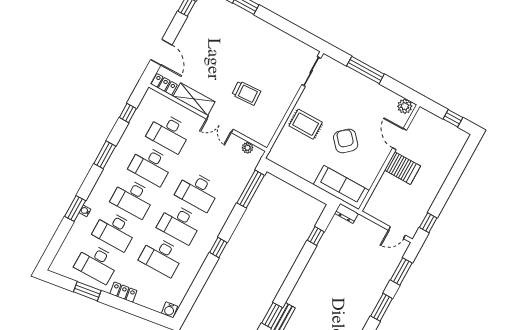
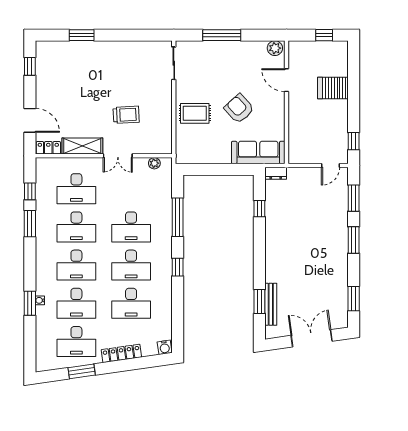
window: (105, 155) -> (30, 224), moved
server rack: (402, 168) -> (333, 88), moved, turned 180
window: (251, 189) -> (178, 217), moved
locker: (123, 292) -> (121, 353), width x1.53

